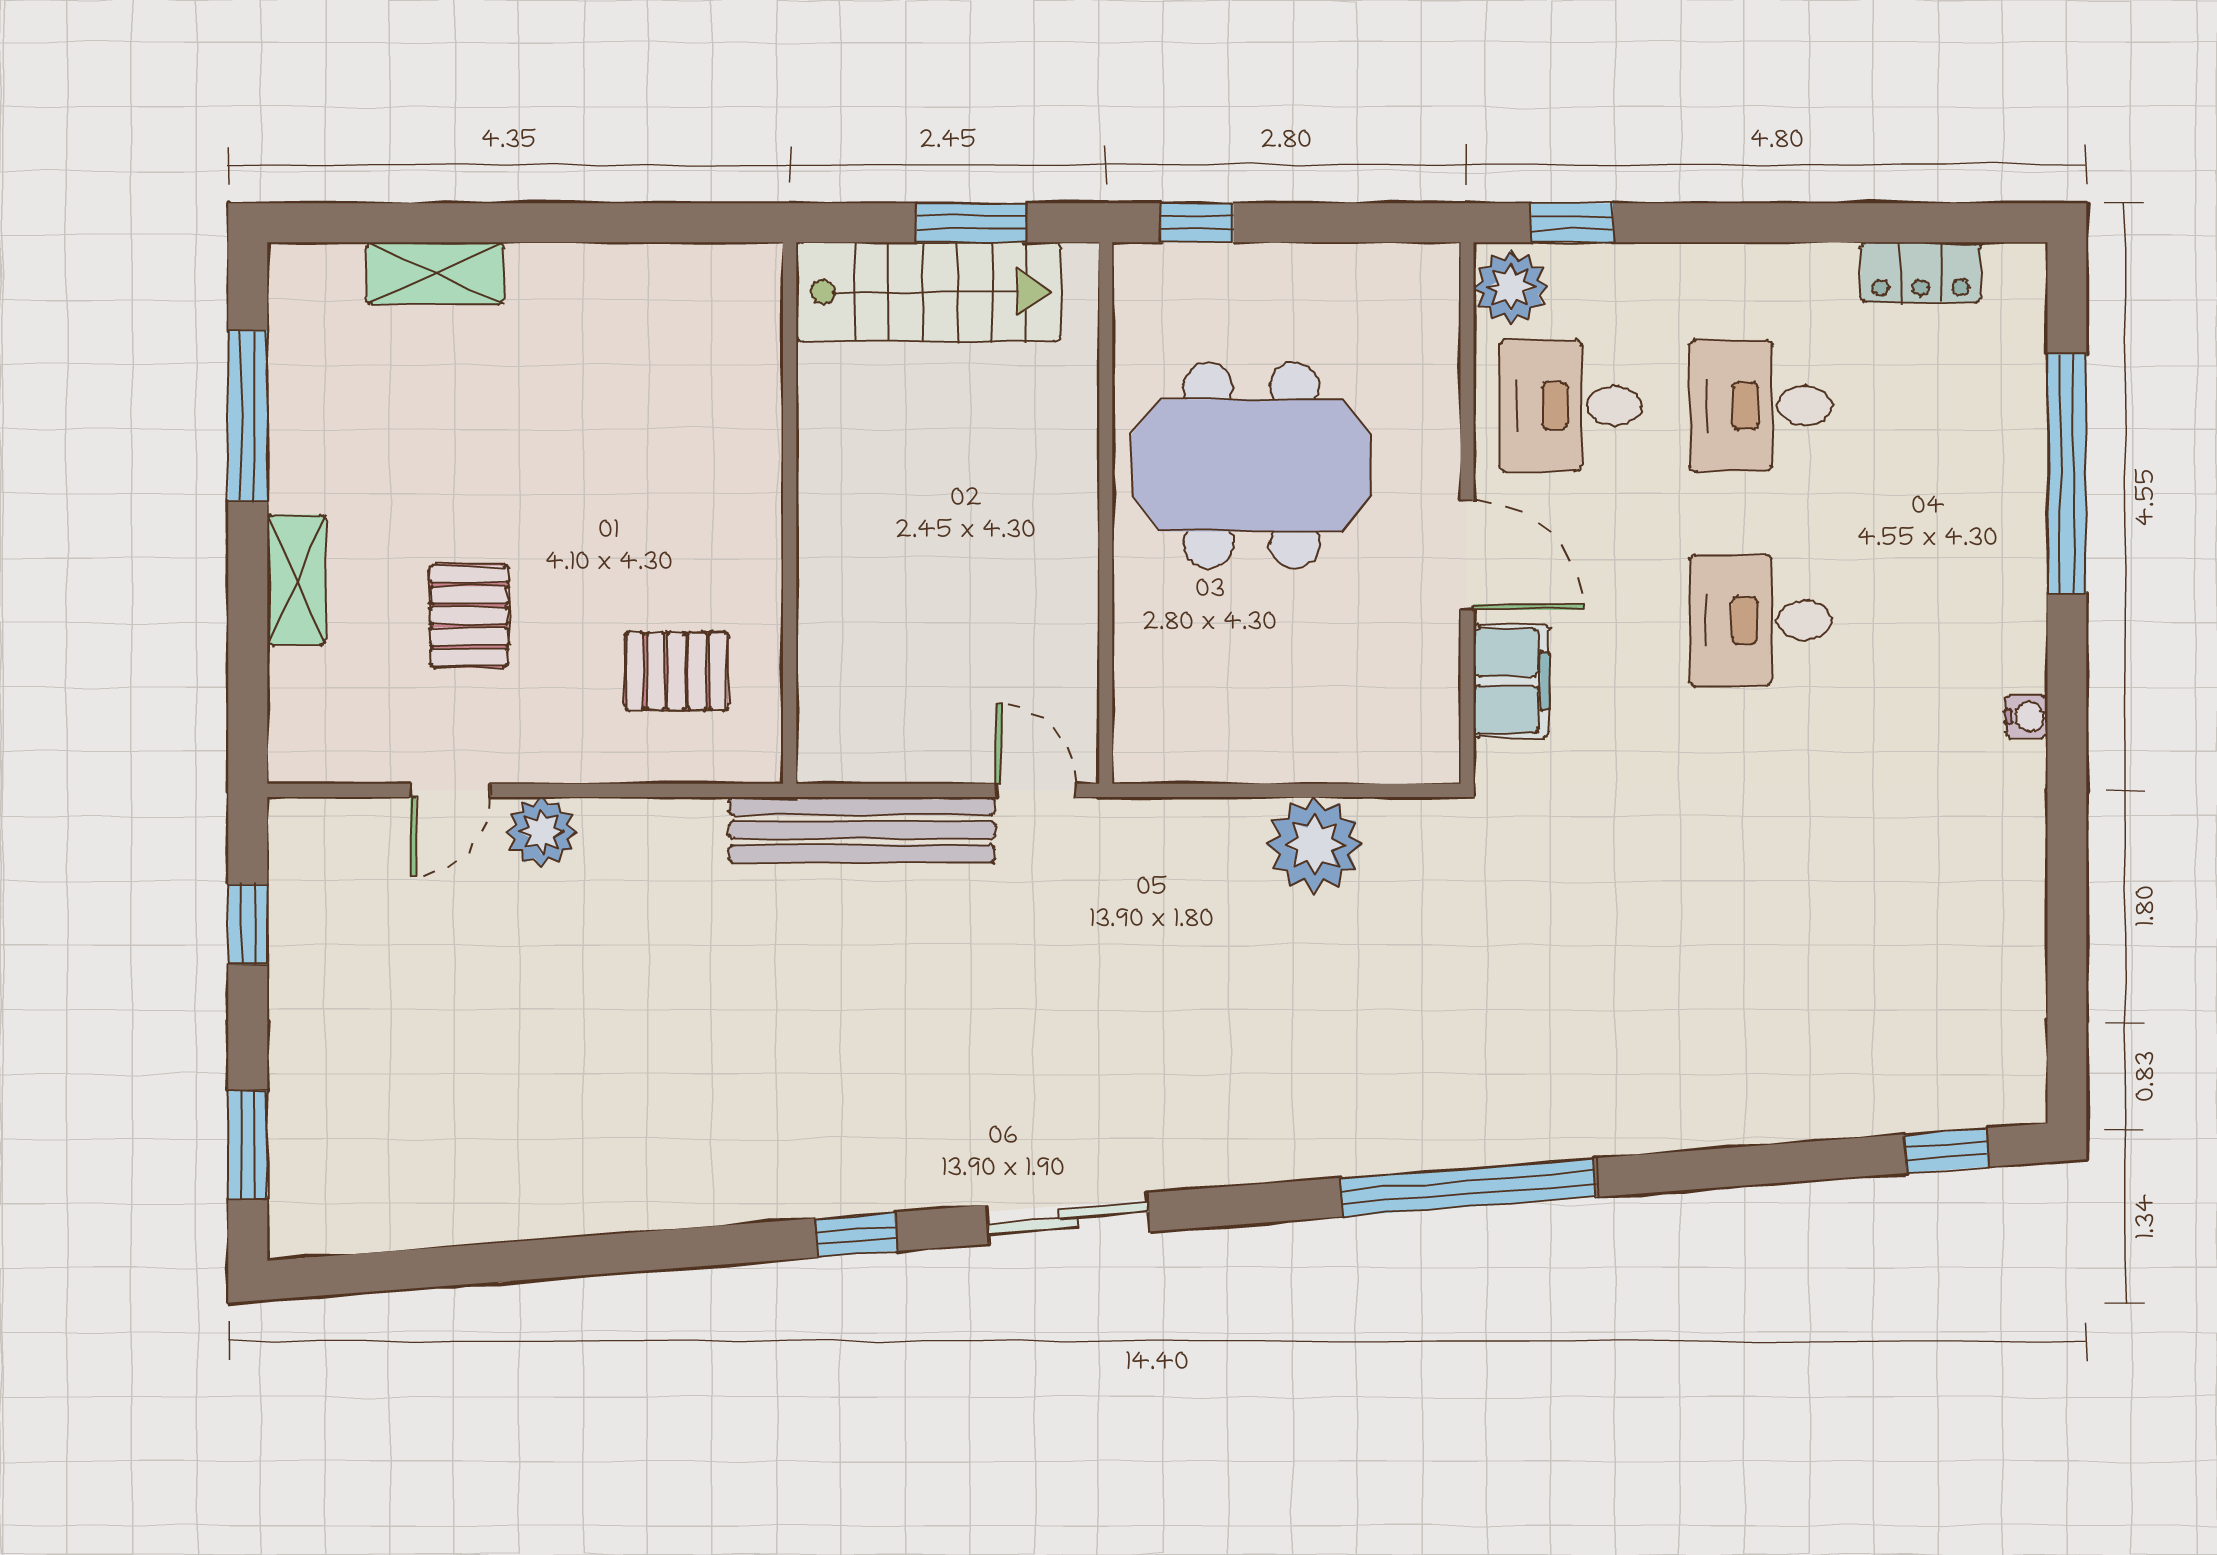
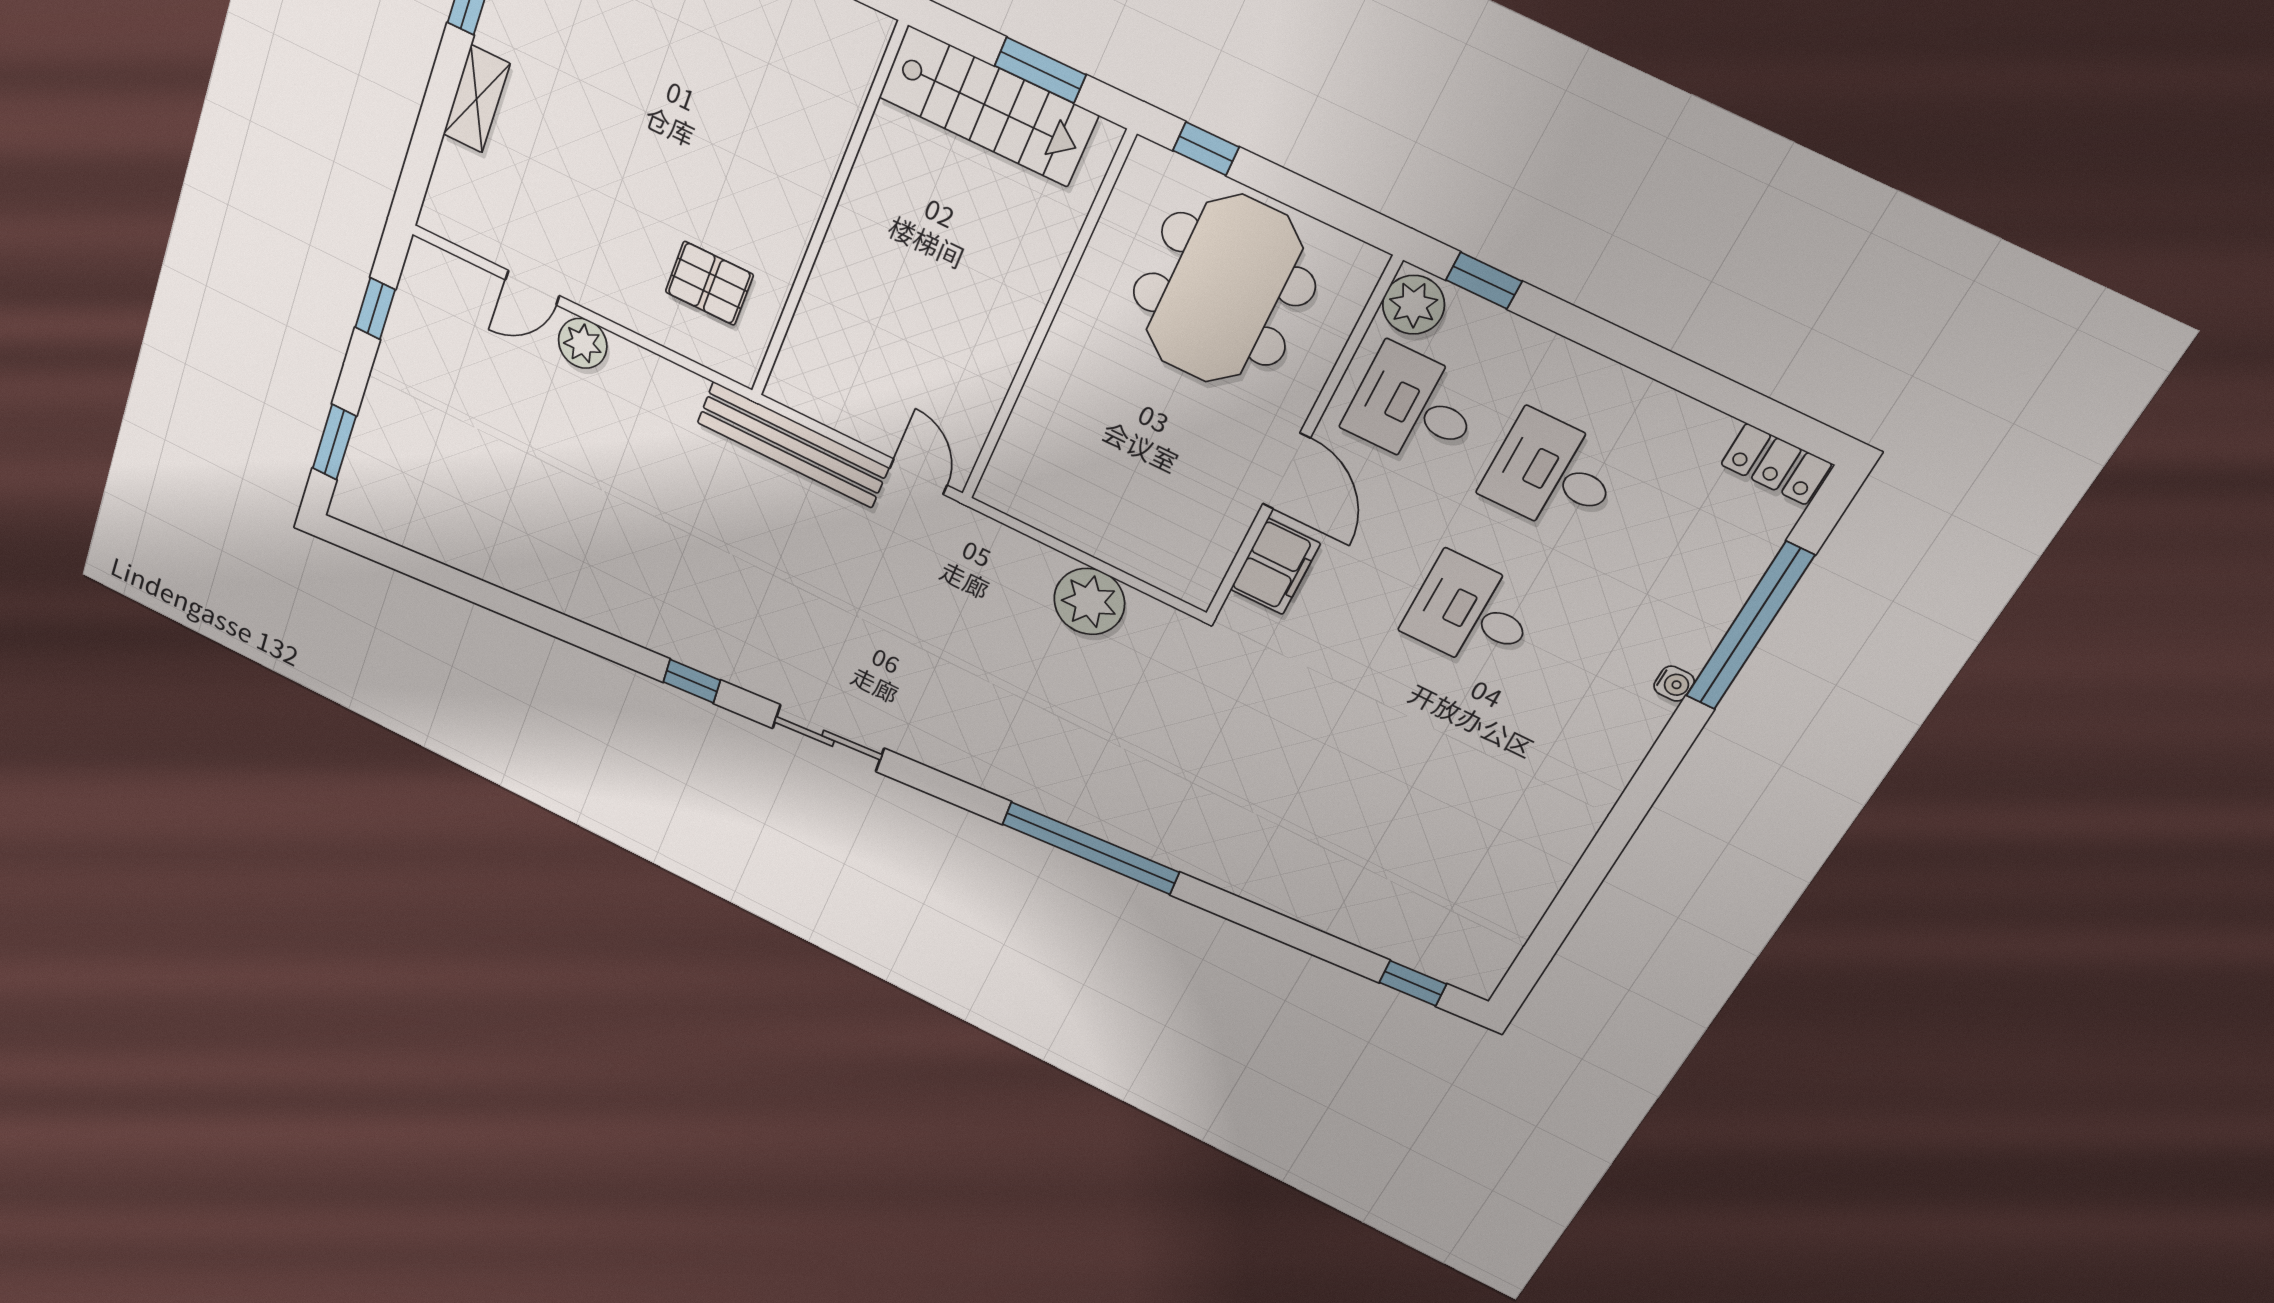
locker: (1921, 272) -> (1776, 464), moved
meeting table: (1252, 465) -> (1224, 289), moved, turned 90
pallet: (469, 616) -> (584, 179), removed
water cooler: (2026, 716) -> (1674, 684), moved

